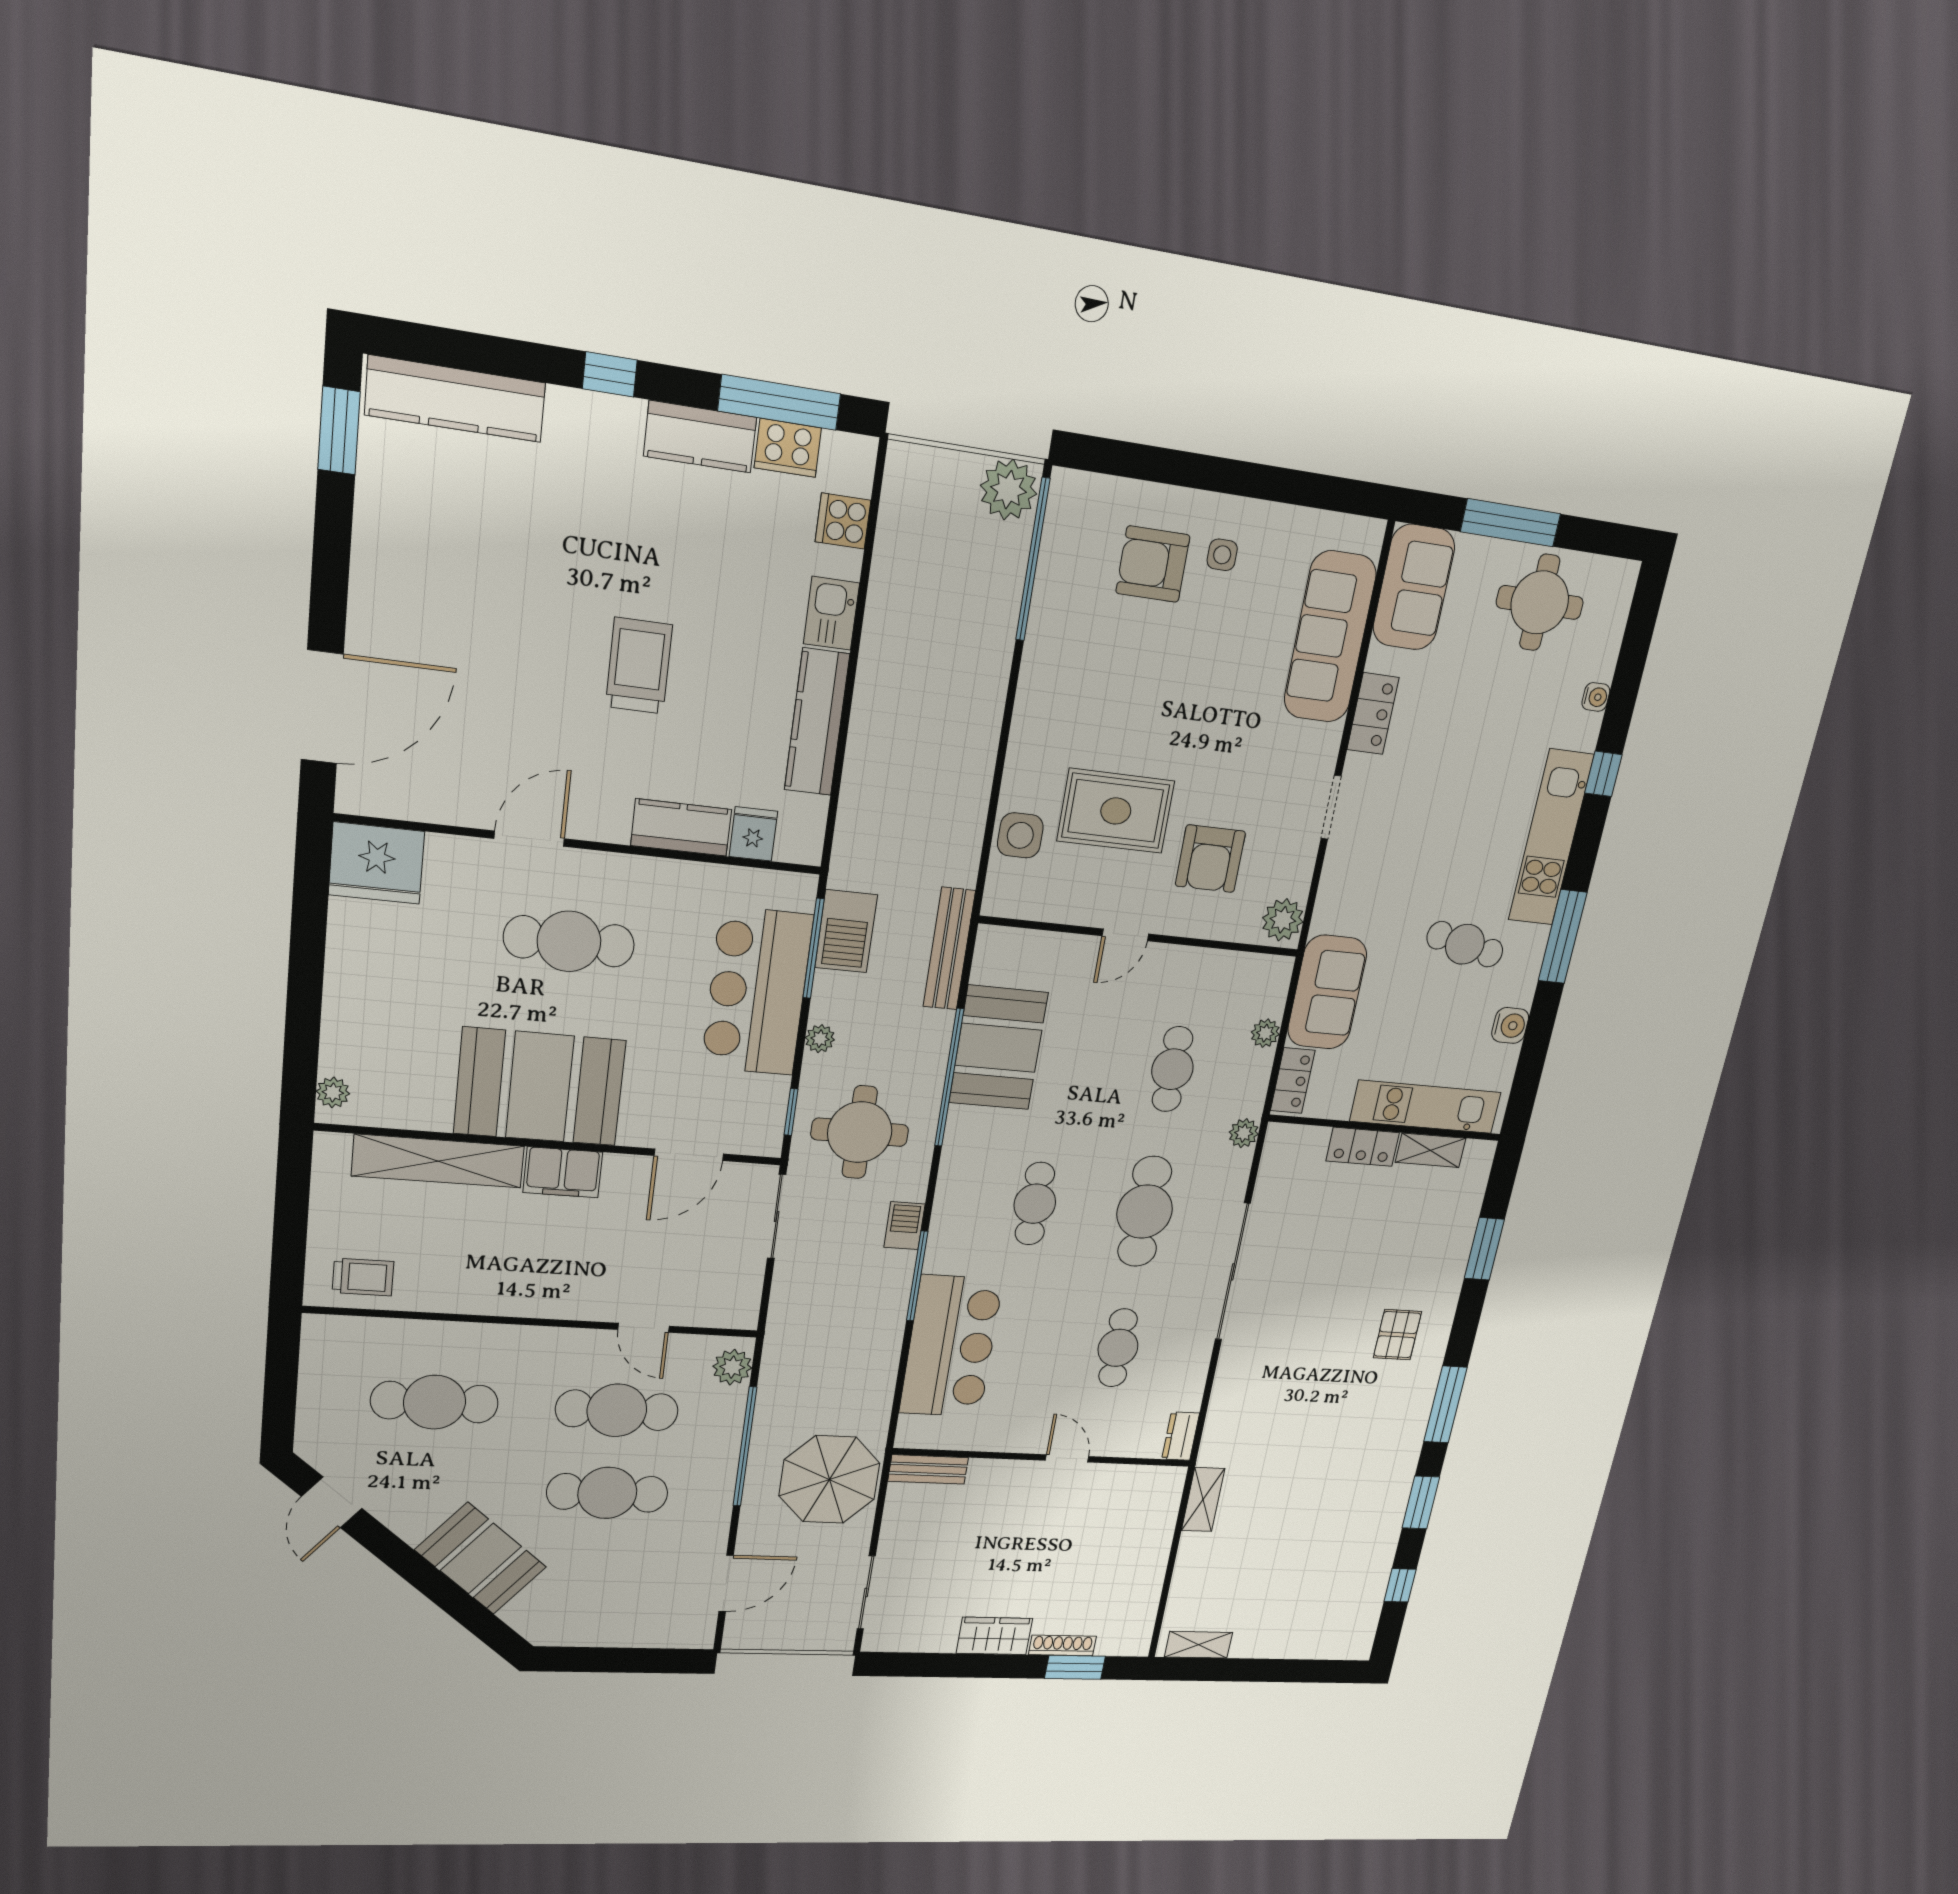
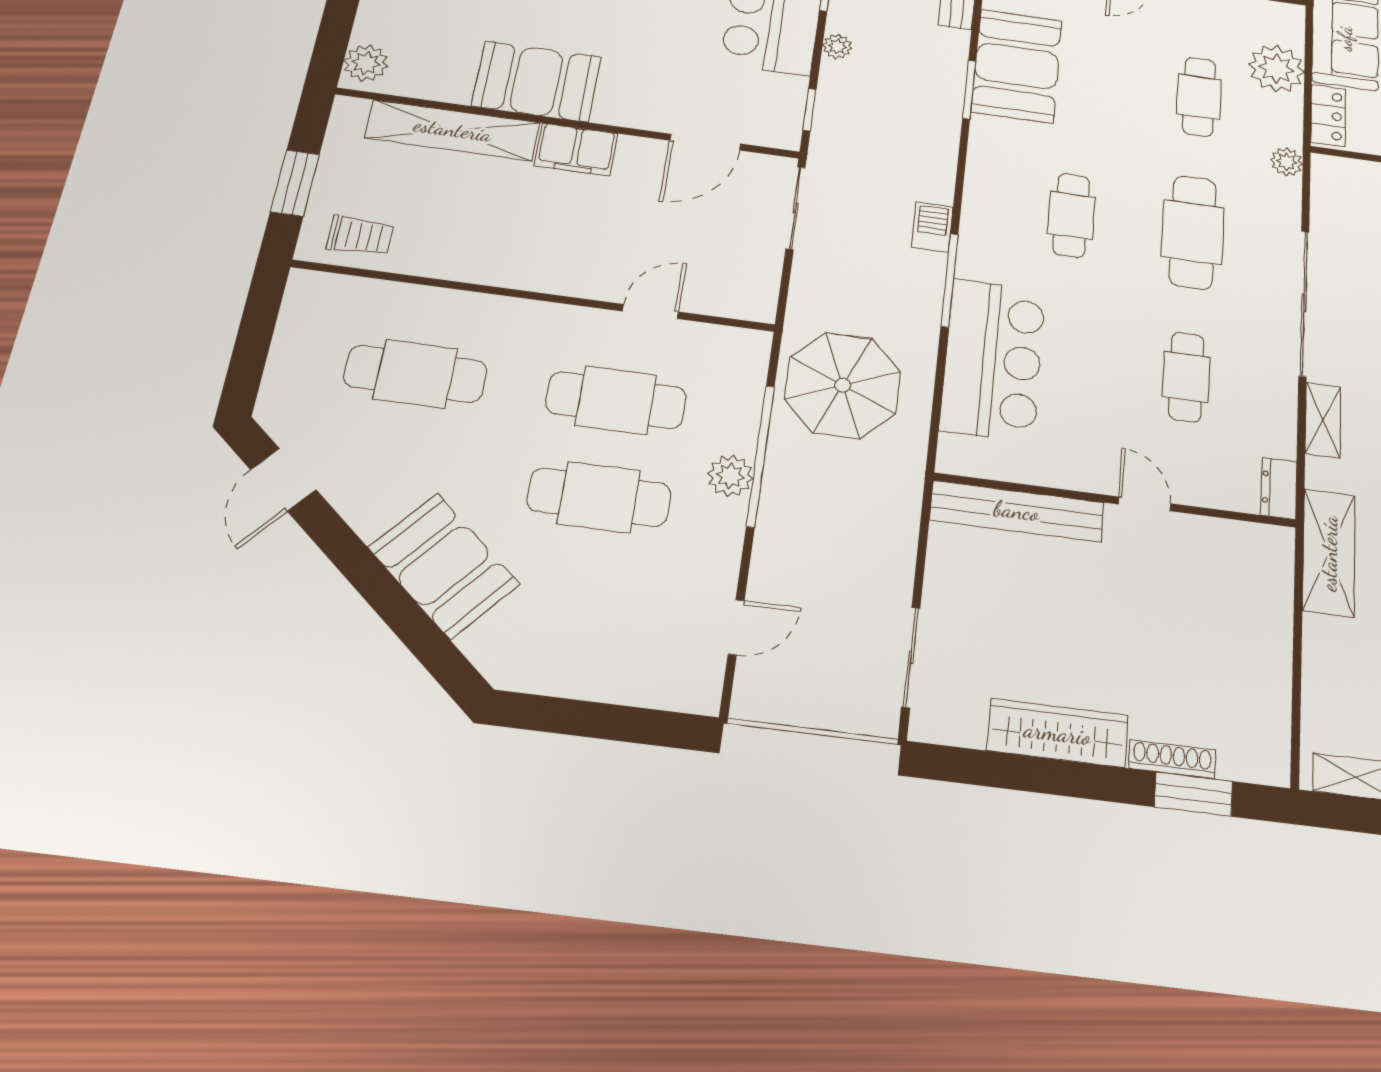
plant: (1265, 1033) -> (1276, 69), width x1.88, depth x1.88
window: (949, 1078) -> (969, 90), width x0.47
booth: (540, 1087) -> (537, 81), width x0.73, depth x0.70
plant: (333, 1092) -> (366, 63), width x1.38, depth x1.38
round table: (860, 1132) -> (880, 133), removed
window: (290, 1229) -> (295, 183), added
door: (643, 1328) -> (650, 312), swing flipped
plant: (732, 1367) -> (730, 476), moved
shelving: (1229, 1376) -> (1323, 420), added
bench: (928, 1469) -> (1017, 511), width x1.86, depth x1.21
parasol: (829, 1480) -> (843, 385), moved
shelving: (1203, 1500) -> (1329, 553), width x1.50, depth x1.33
door: (726, 1583) -> (736, 627), width x0.73
wardrobe: (994, 1636) -> (1058, 733), width x1.50

